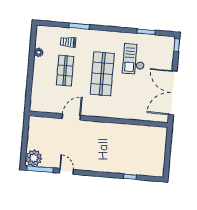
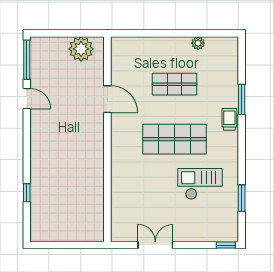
trolley: (68, 42) -> (229, 119), moved
double door: (173, 93) -> (155, 245), width x0.54
plant: (34, 158) -> (81, 49), moved
door: (66, 171) -> (27, 99), hinge flipped

